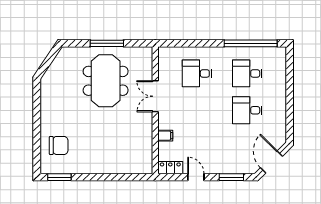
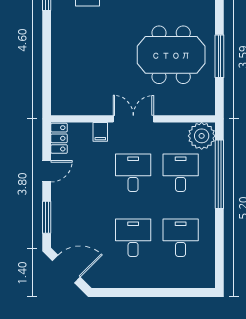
window: (251, 43) -> (219, 174), moved
plant: (168, 57) -> (202, 136), added
double door: (155, 96) -> (133, 119), moved
desk: (197, 110) -> (133, 173), added

